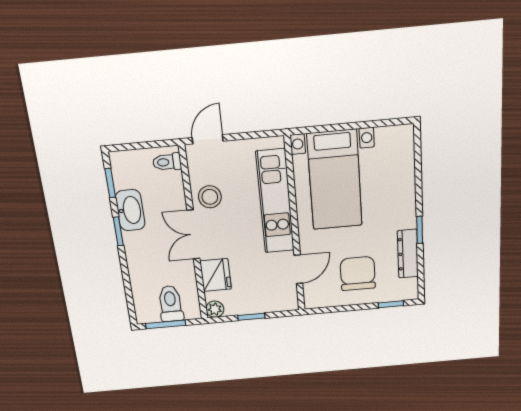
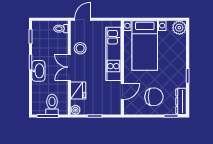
plant: (401, 138) -> (179, 28), added
washbasin: (130, 210) -> (38, 71), moved
dresser: (408, 254) -> (181, 101), moved
chair: (358, 274) -> (154, 97), turned 90

